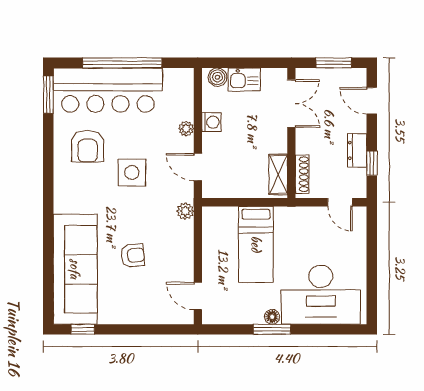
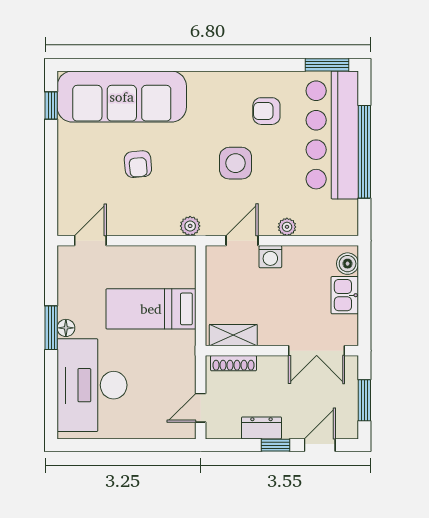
washing machine: (211, 122) -> (270, 257), moved
armchair: (88, 146) -> (266, 111), width x0.72, depth x0.72
window: (372, 163) -> (275, 445), moved

